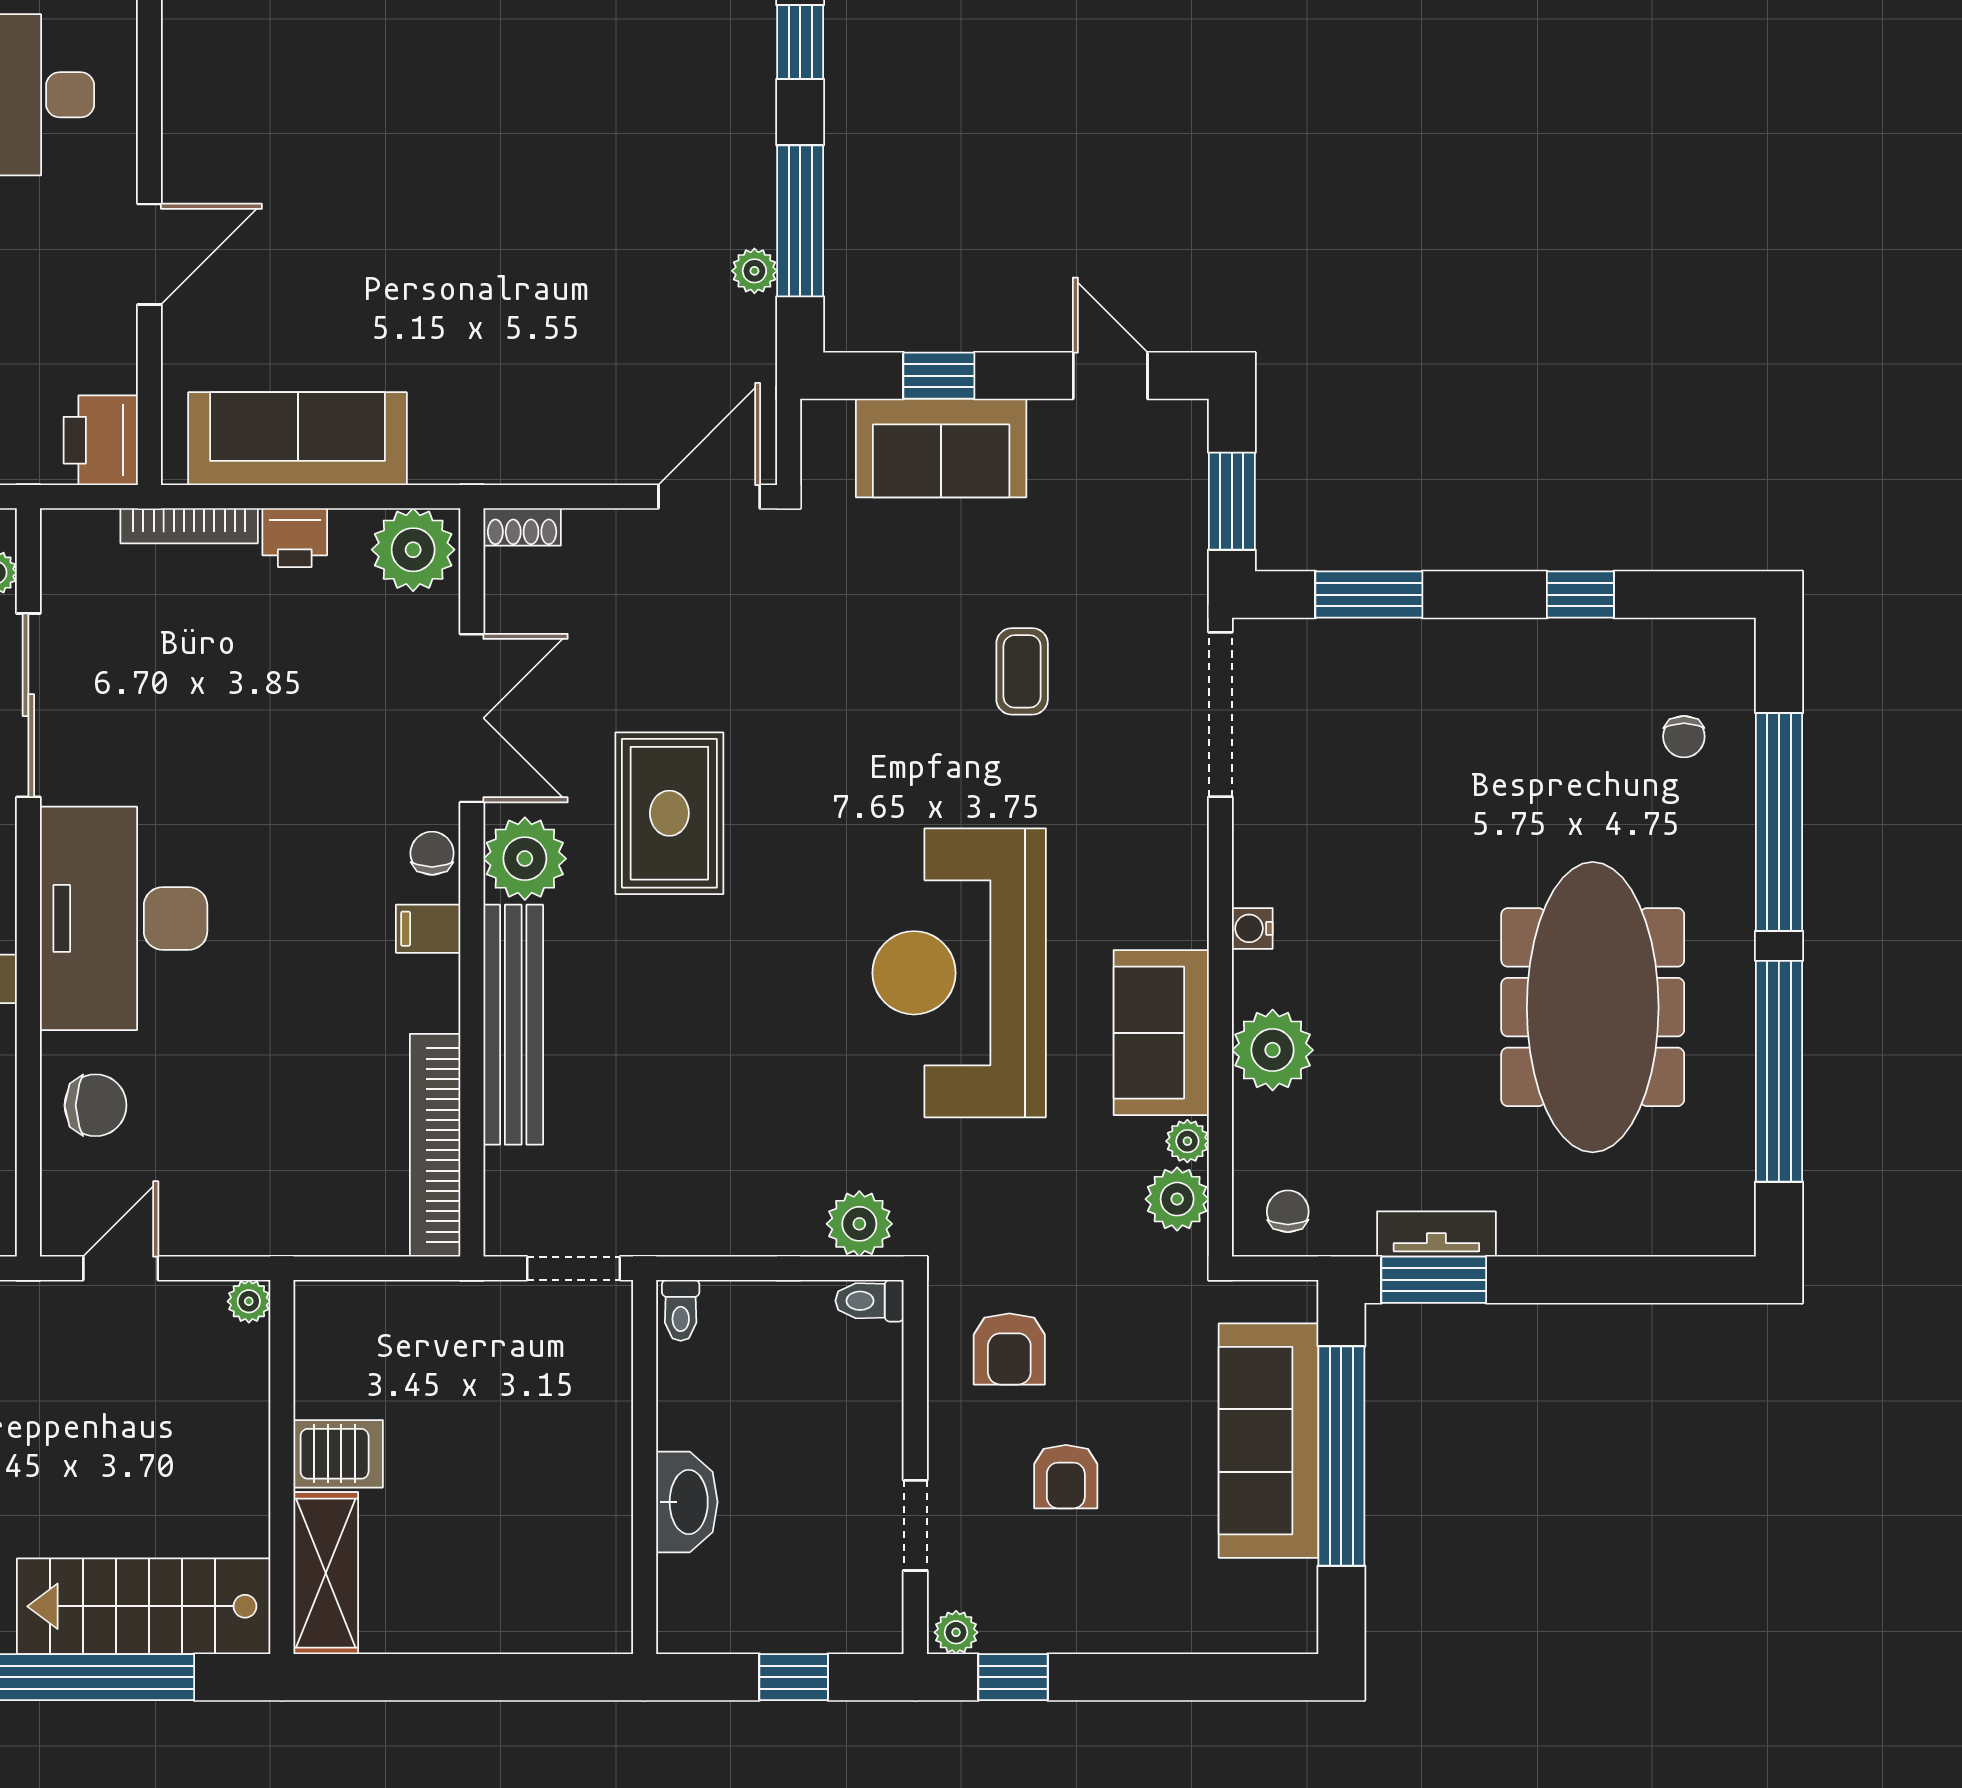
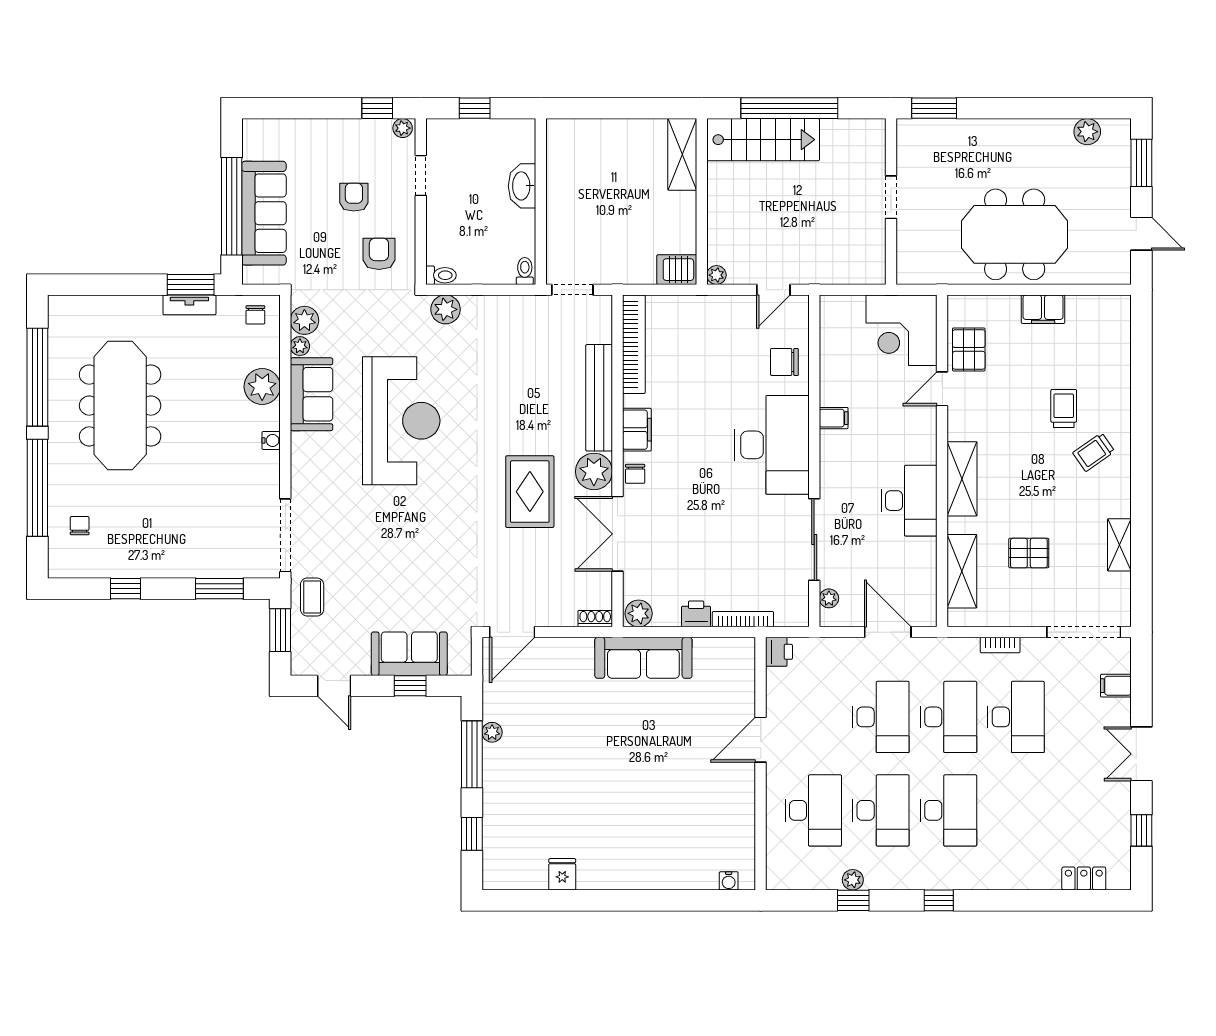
sofa: (298, 439) -> (643, 658), moved
printer: (101, 440) -> (779, 652), width x0.73, depth x0.81
plant: (413, 550) -> (639, 613), width x0.73, depth x0.73
coffee table: (1022, 671) -> (312, 597), moved
filing cabinet: (428, 929) -> (637, 430), width x2.00
server rack: (338, 1454) -> (677, 270), moved

